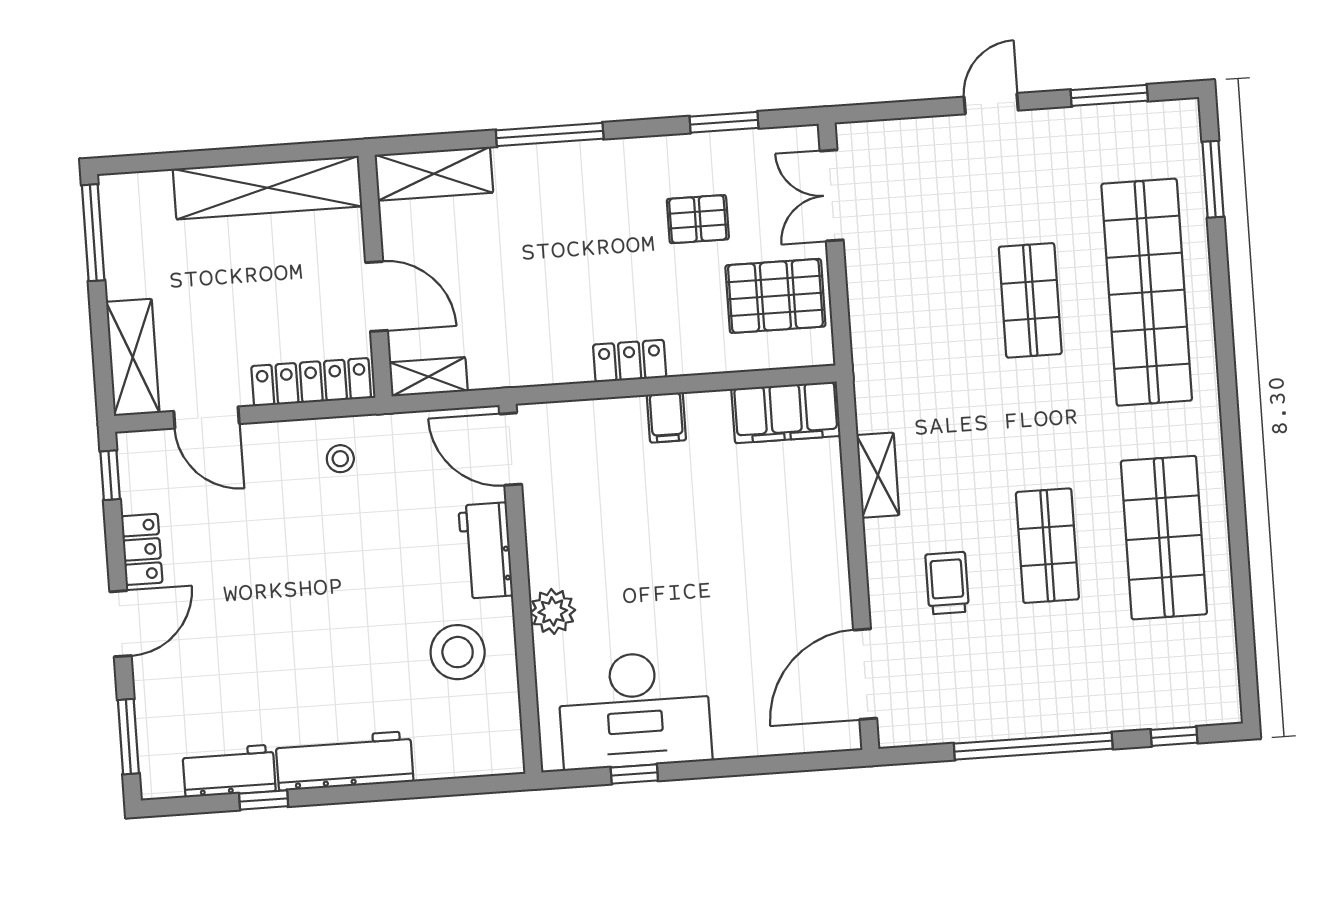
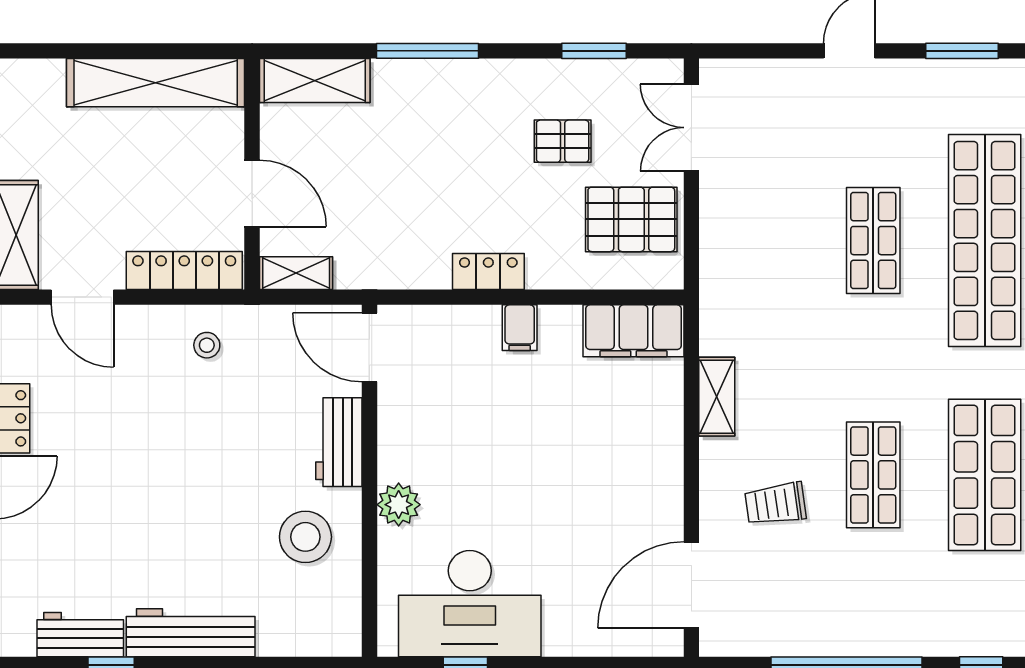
trolley: (947, 583) -> (775, 504), turned -98

